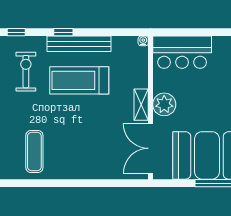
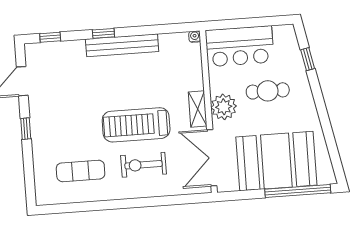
exercise bike: (26, 72) -> (144, 165), moved, turned -90
treadmill: (79, 80) -> (136, 125), moved
cafe table: (204, 93) -> (268, 91), added
exercise mat: (34, 151) -> (81, 171), turned 90

